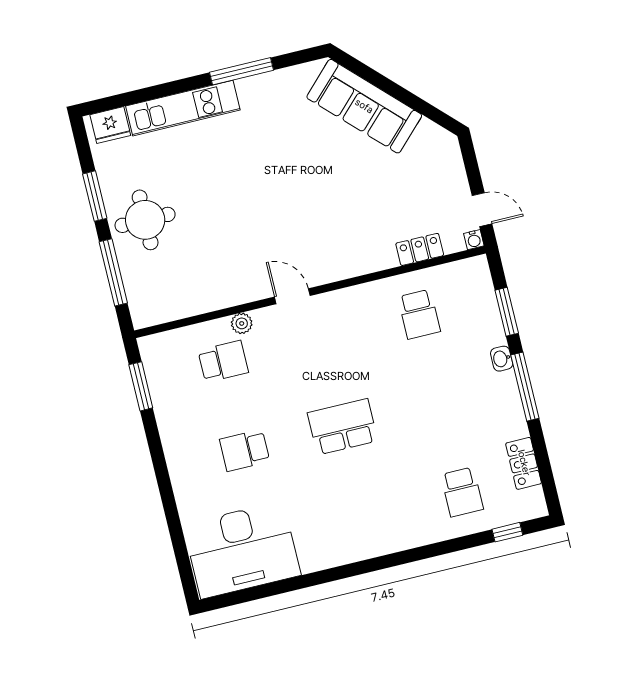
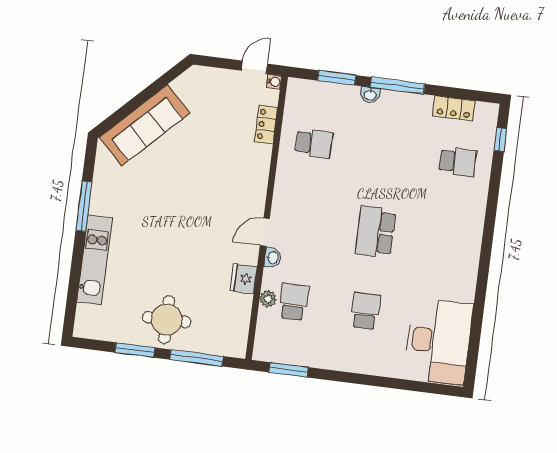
fridge: (110, 125) -> (244, 279), moved, turned 180
washbasin: (266, 317) -> (273, 258), added
plant: (242, 323) -> (268, 299), moved
school desk: (245, 450) -> (365, 311), turned 180

